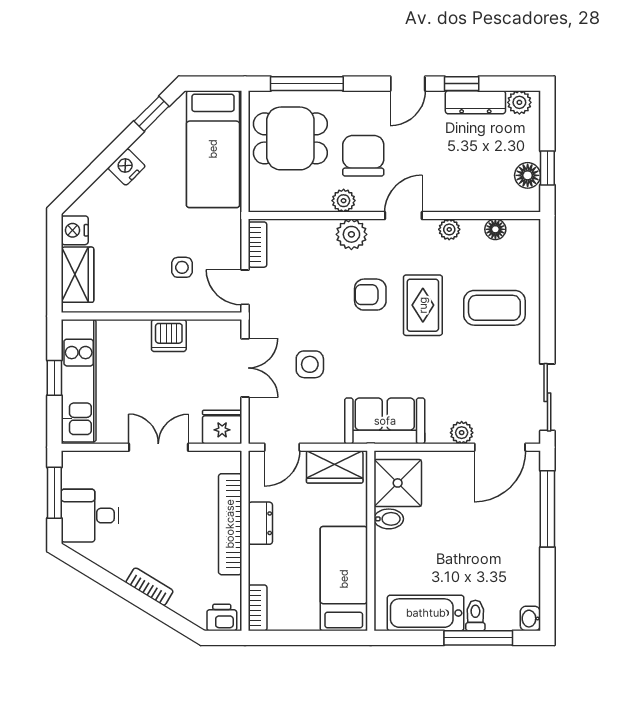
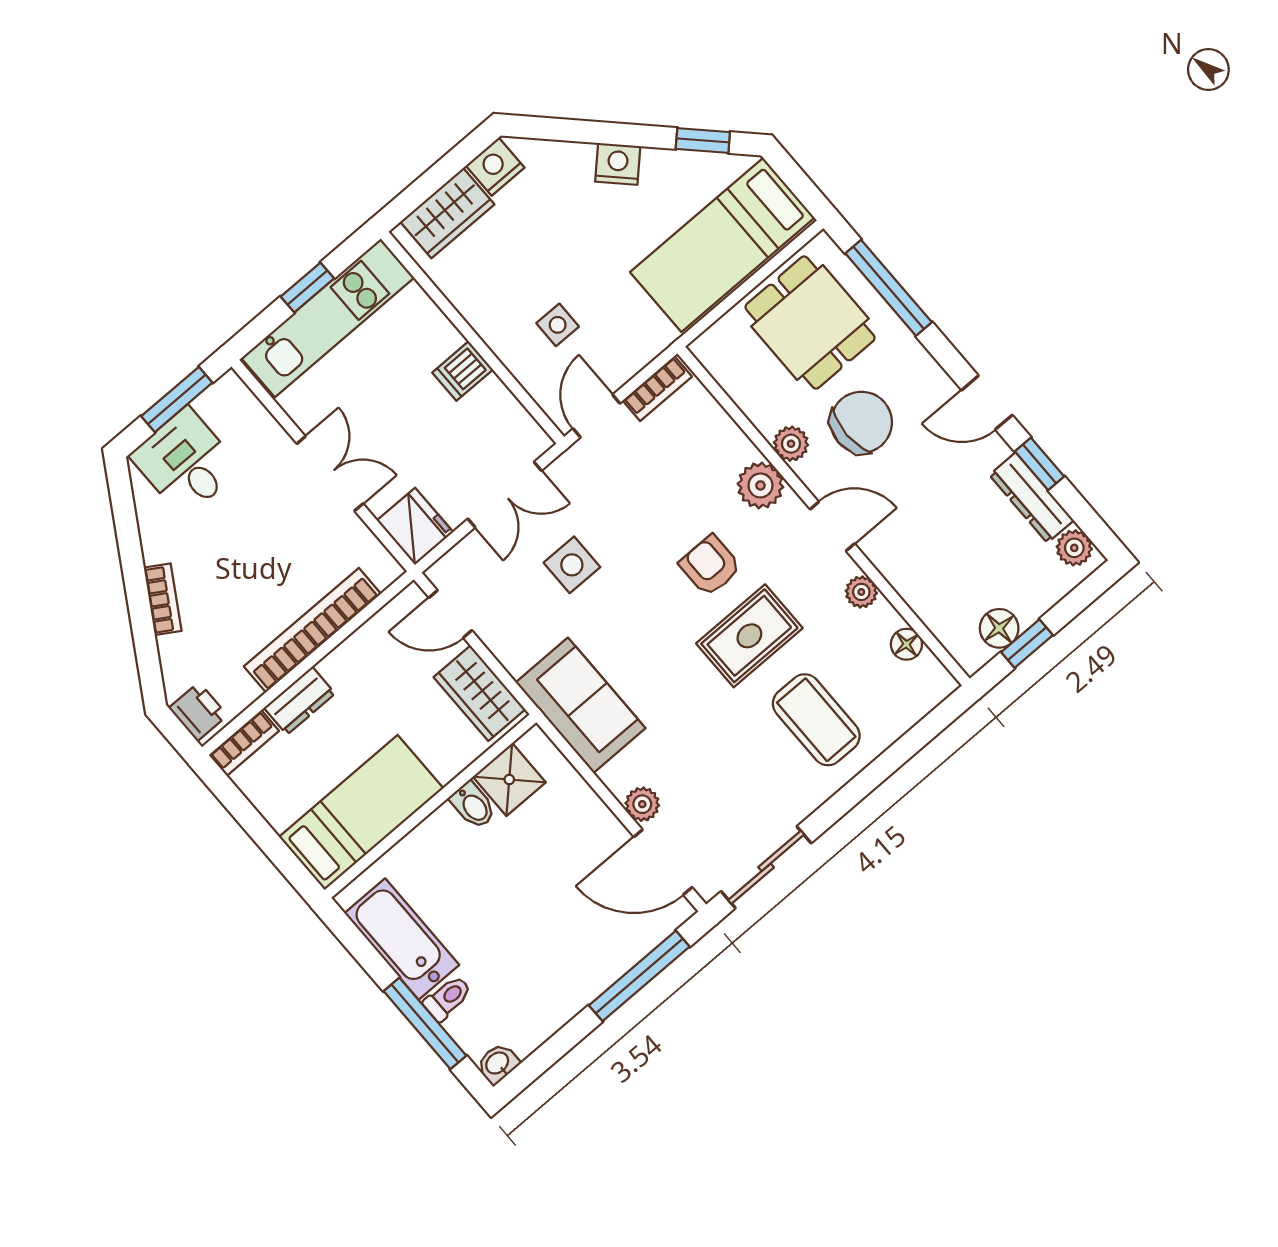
dishwasher: (169, 336) -> (463, 371), width x0.73
shower: (398, 483) -> (509, 780), width x0.73, depth x0.73
dresser: (260, 523) -> (300, 701), moved

